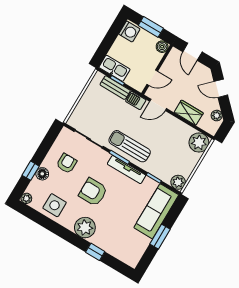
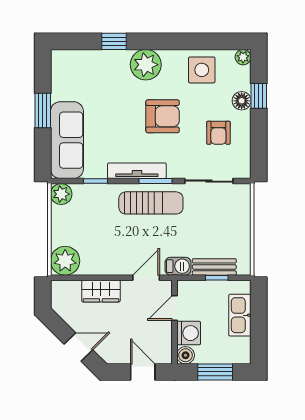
washing machine: (129, 32) -> (189, 333), moved, turned 180
kitchen sink: (114, 68) -> (240, 315), moved, turned 90
plant: (217, 116) -> (63, 309), removed

